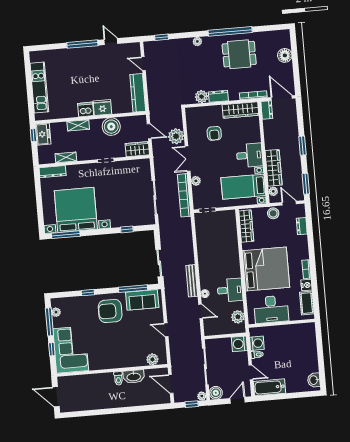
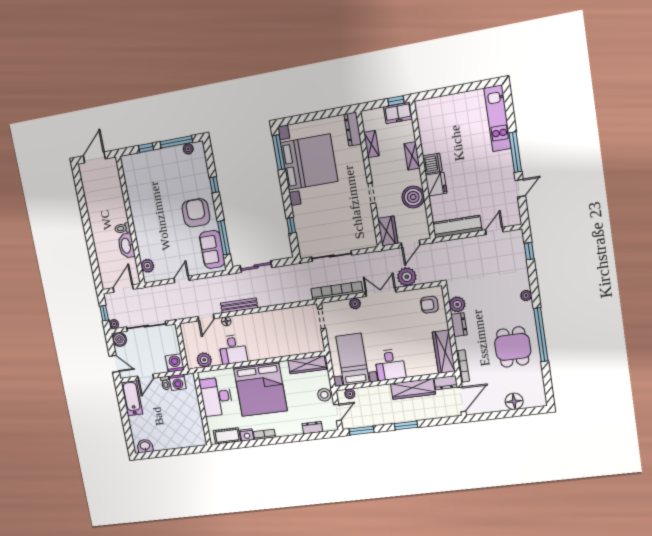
kitchen unit: (39, 88) -> (498, 118), moved, turned 90
armchair: (214, 133) -> (429, 305), moved
wardrobe: (274, 168) -> (413, 389), moved
corner sofa: (71, 350) -> (148, 170), removed

